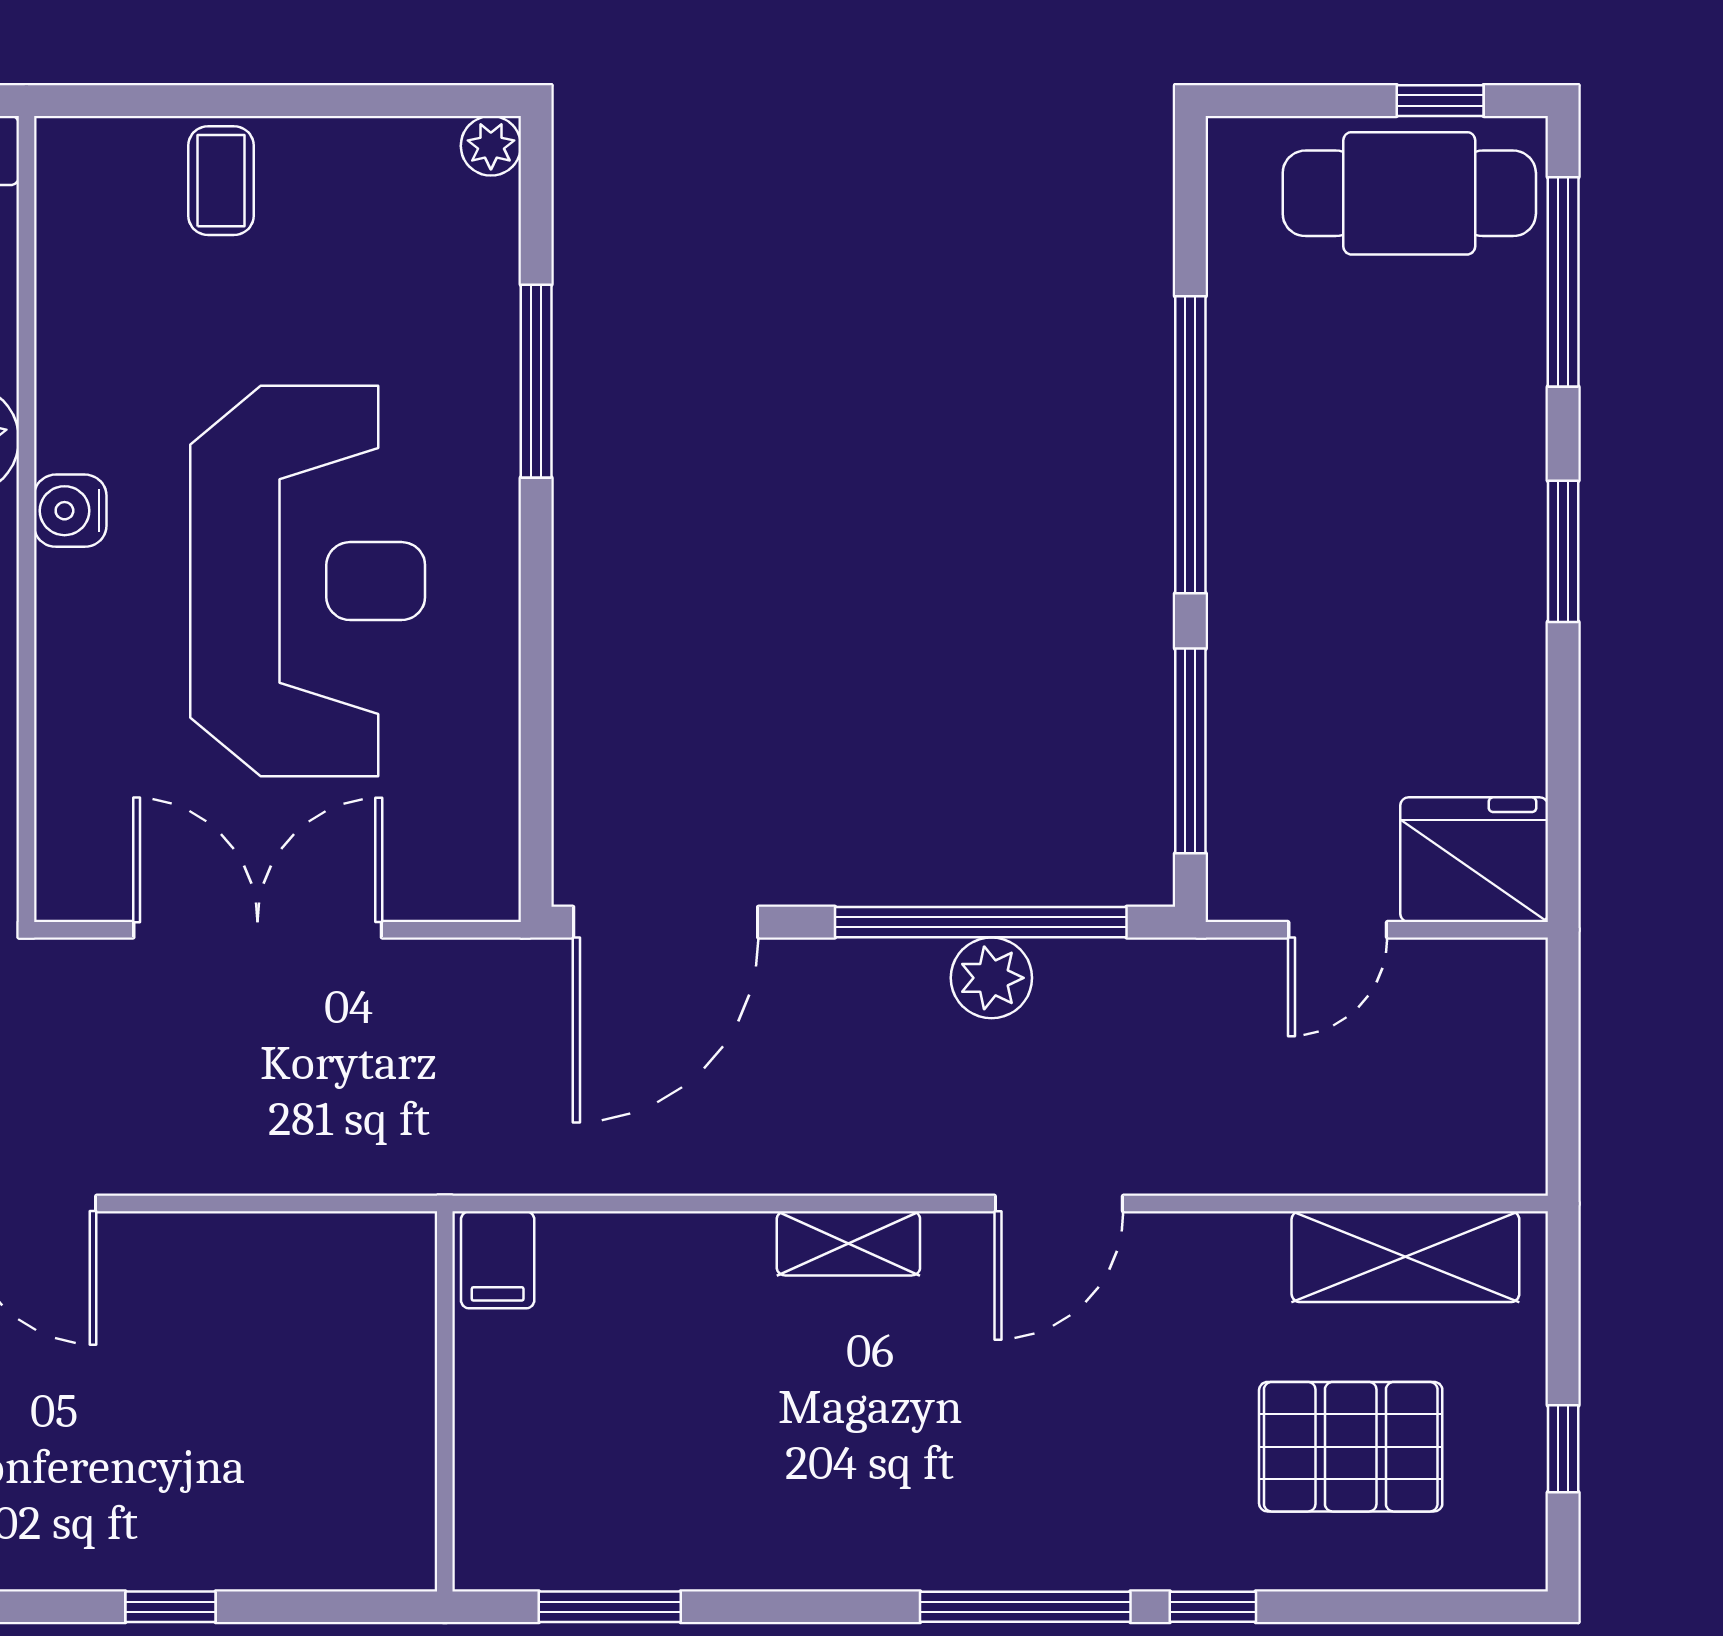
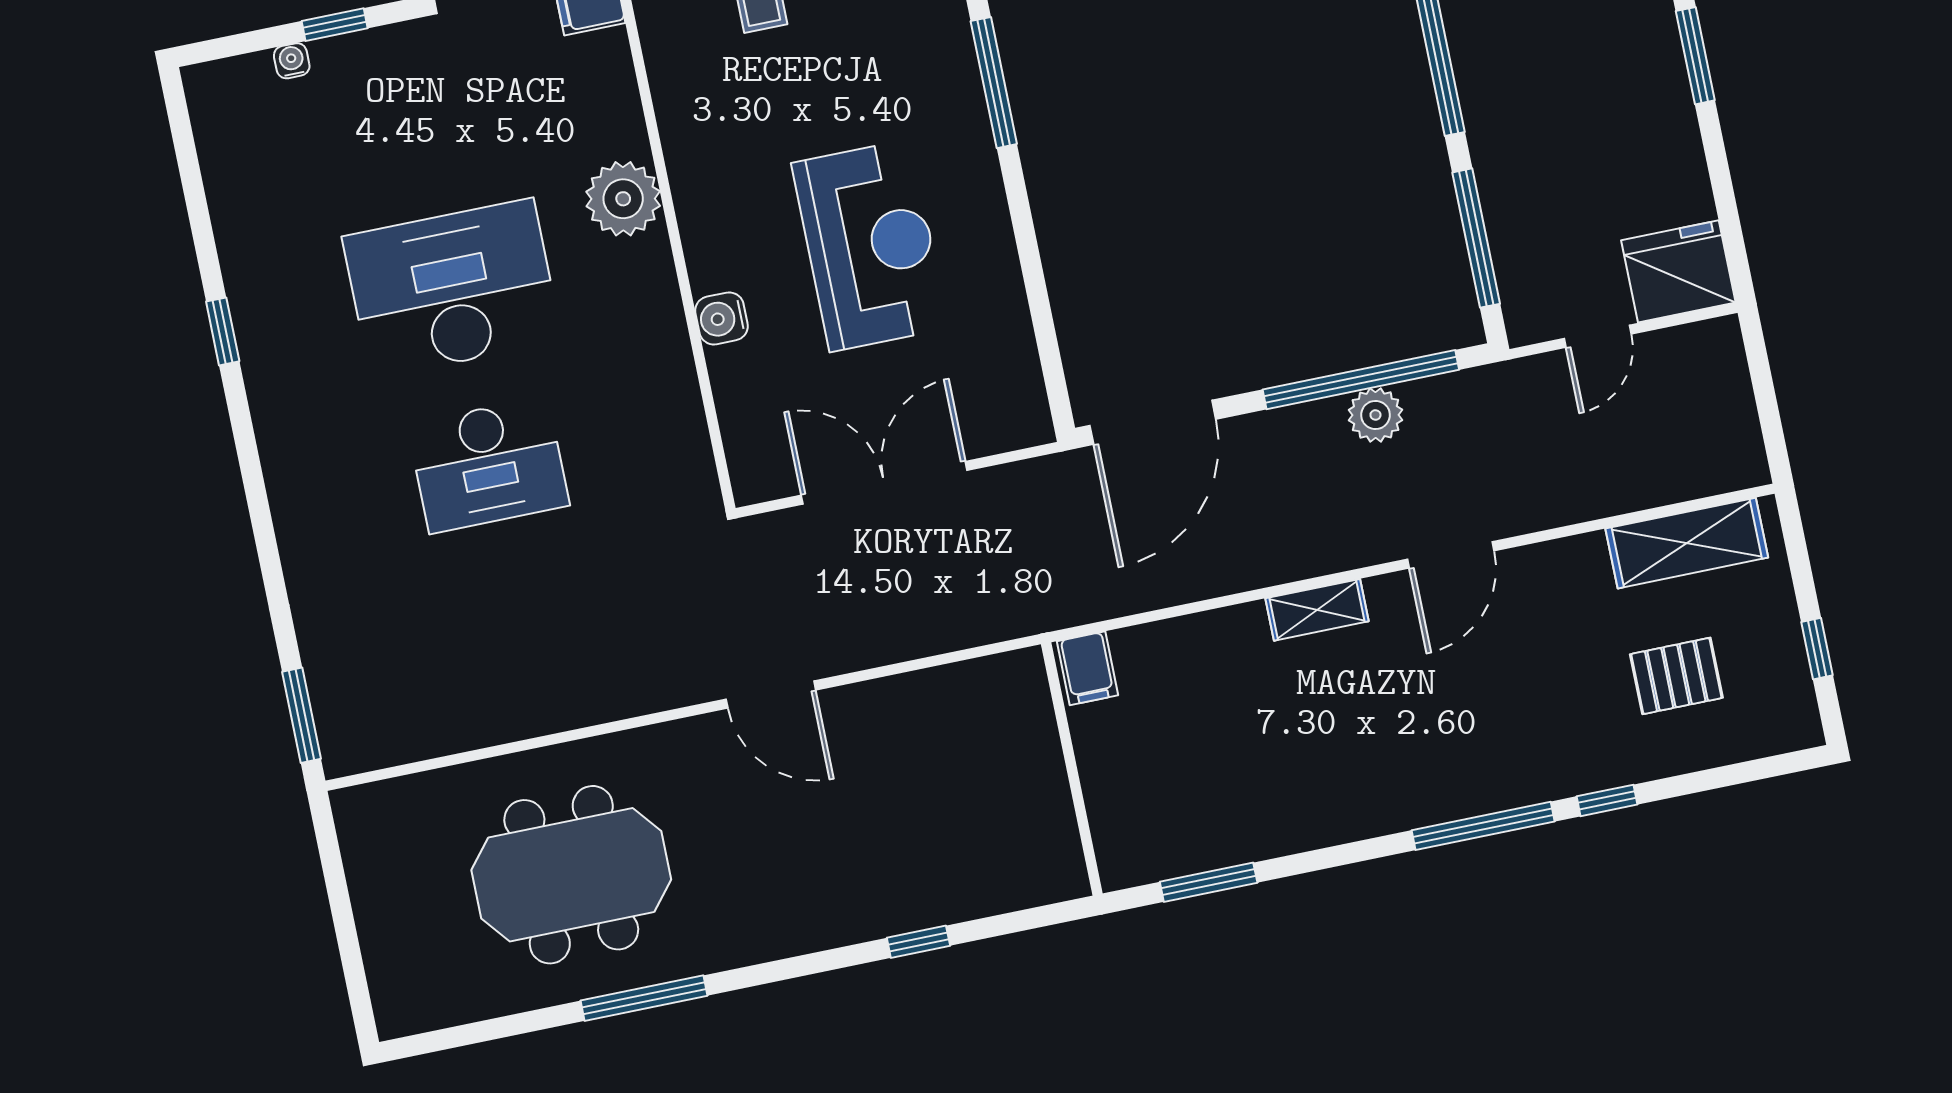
water cooler: (70, 511) -> (721, 318), moved
reception desk: (308, 581) -> (870, 246), width x0.74, depth x0.77
pallet: (1351, 1447) -> (1676, 676), width x0.67, depth x0.71

